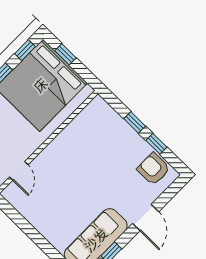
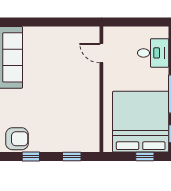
window: (135, 122) -> (72, 157), moved

